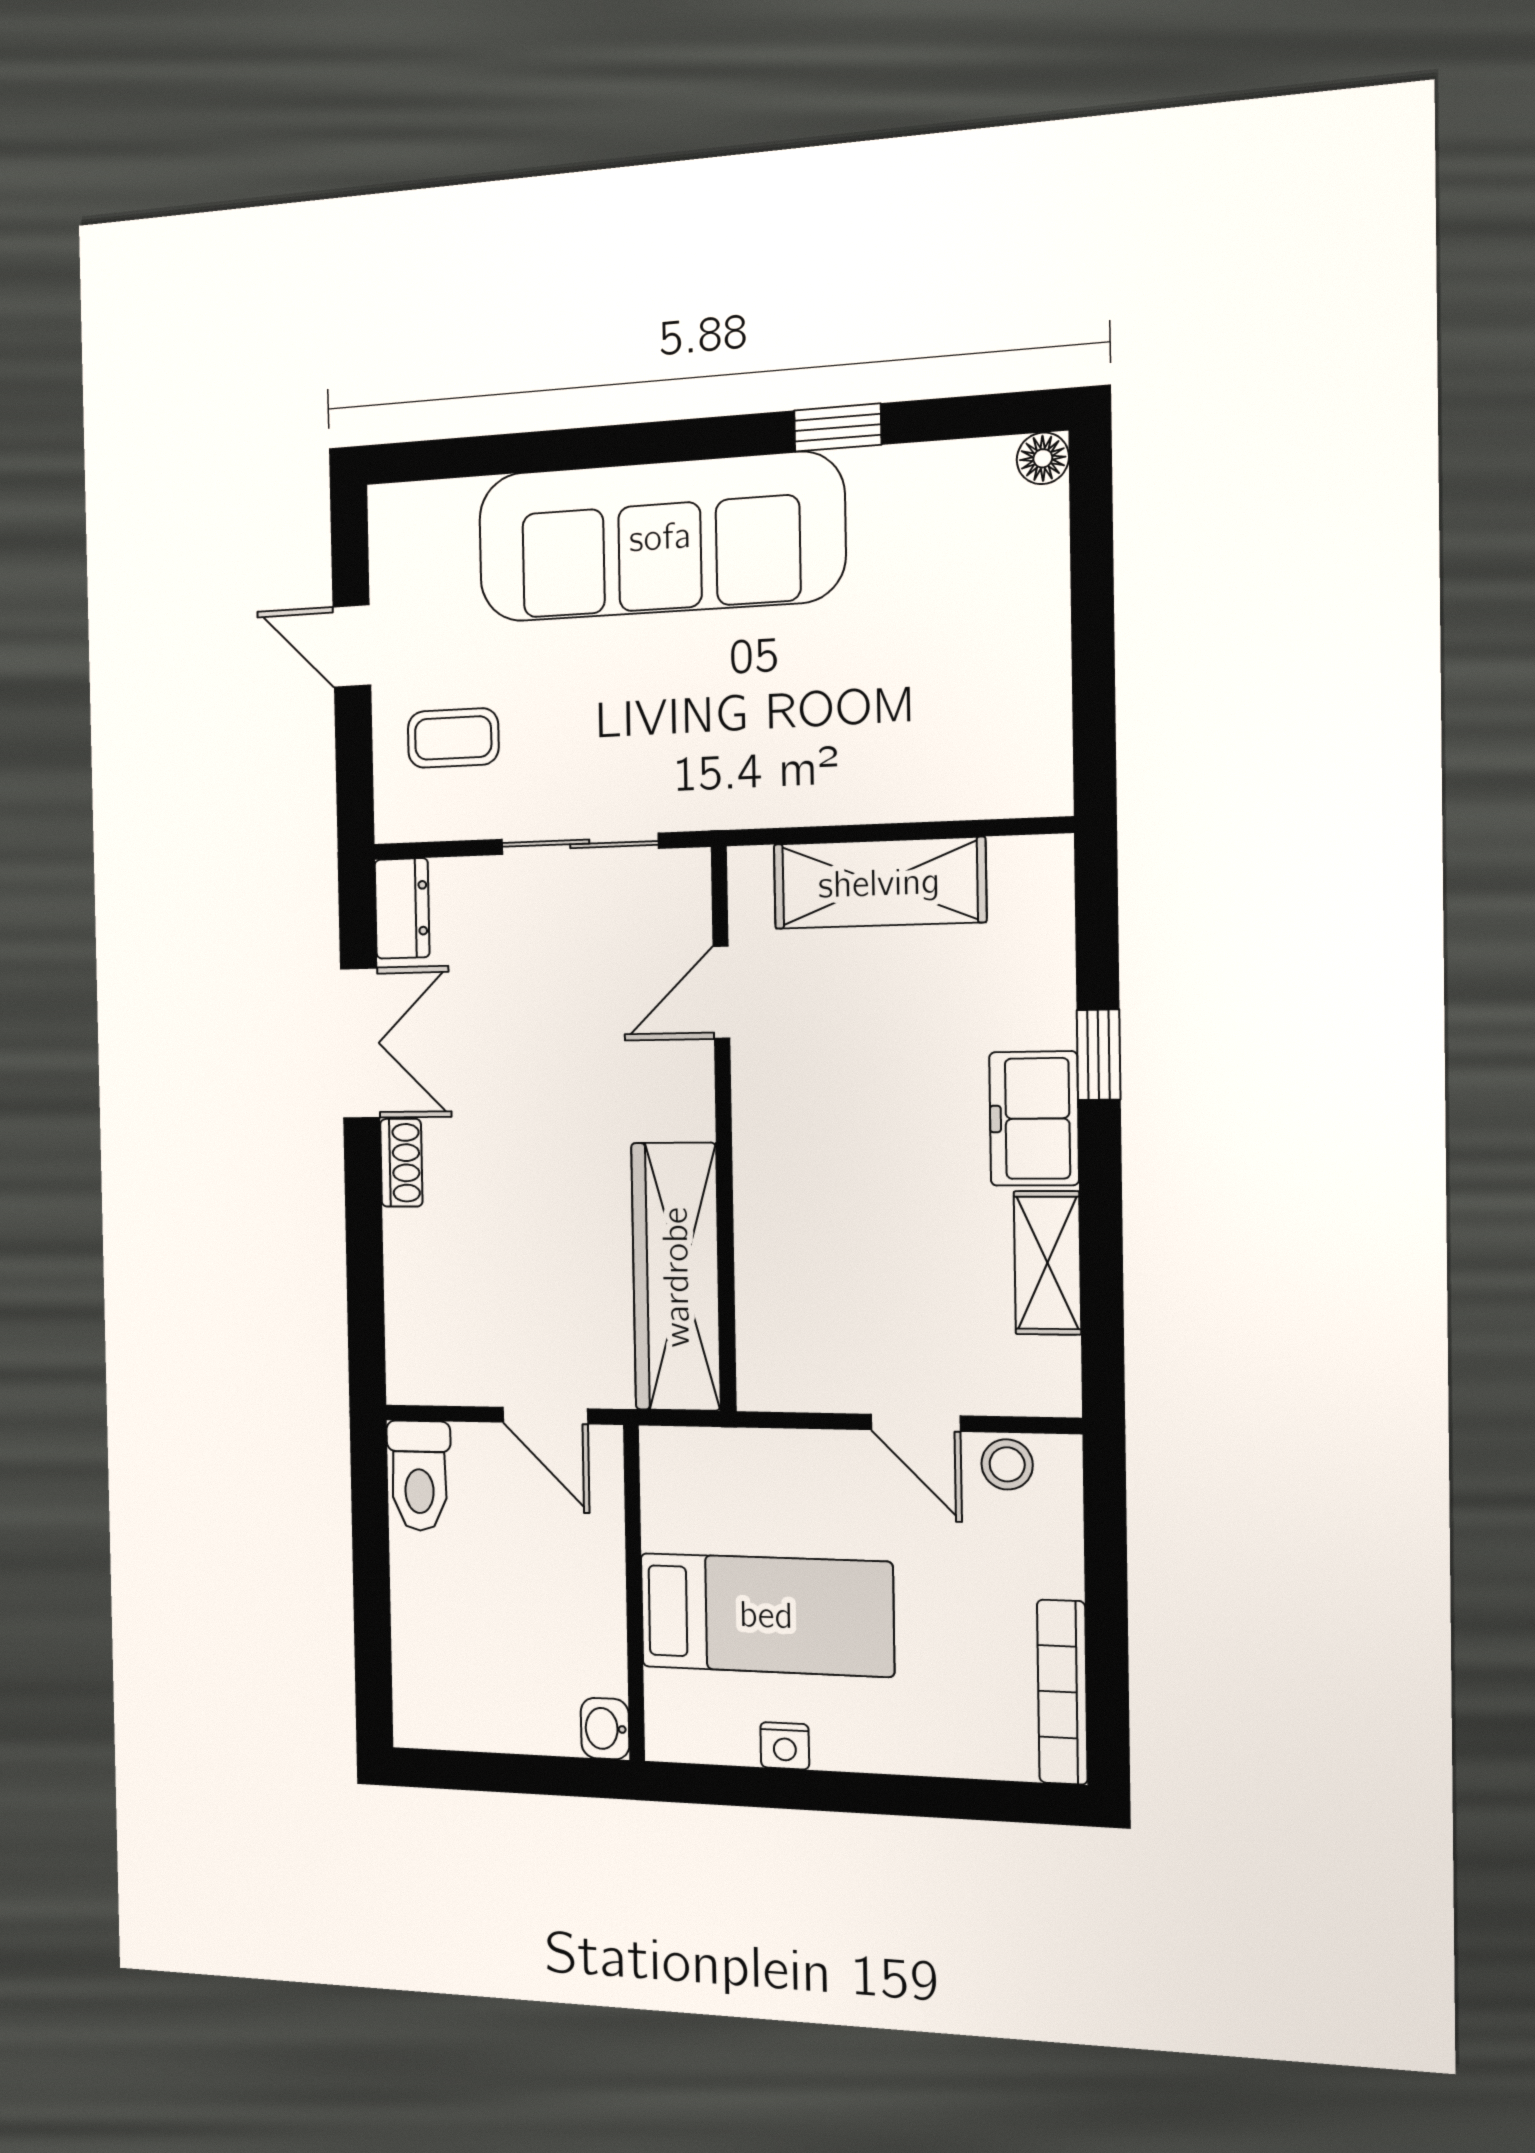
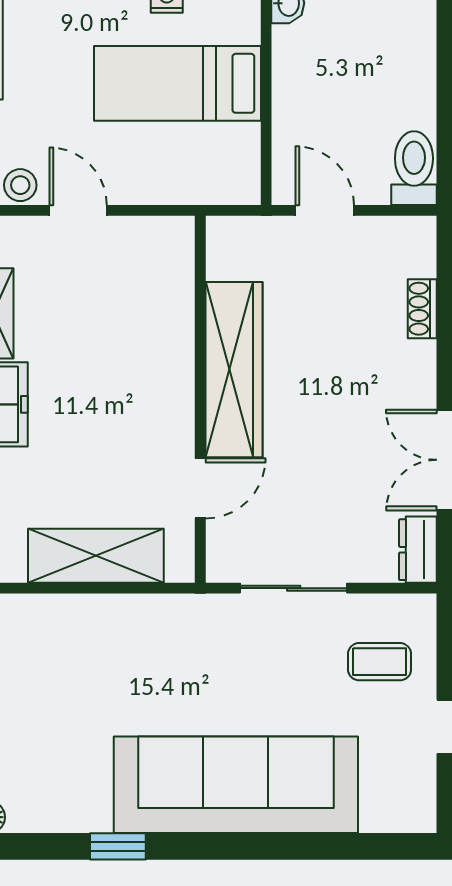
shoe rack: (401, 1163) -> (422, 309), moved
wardrobe: (676, 1277) -> (234, 370), moved

